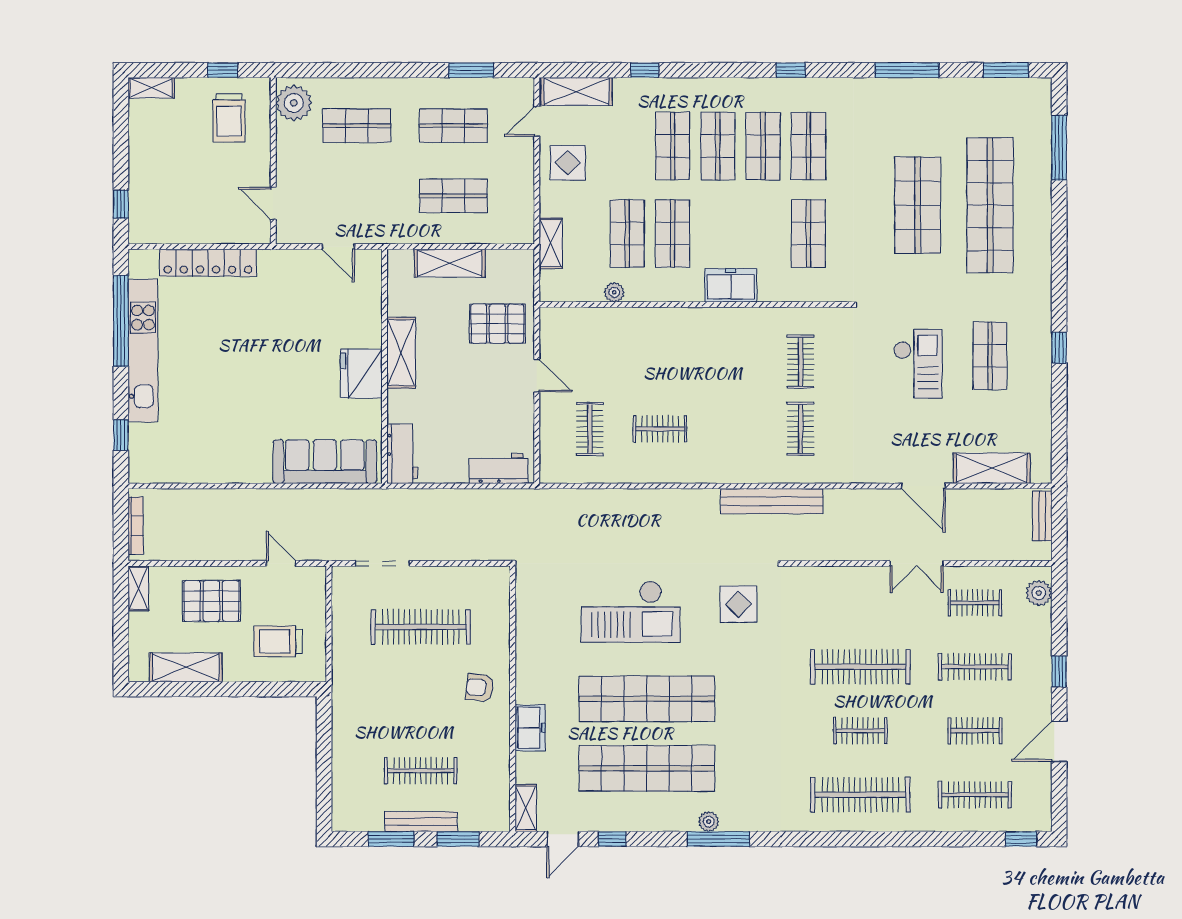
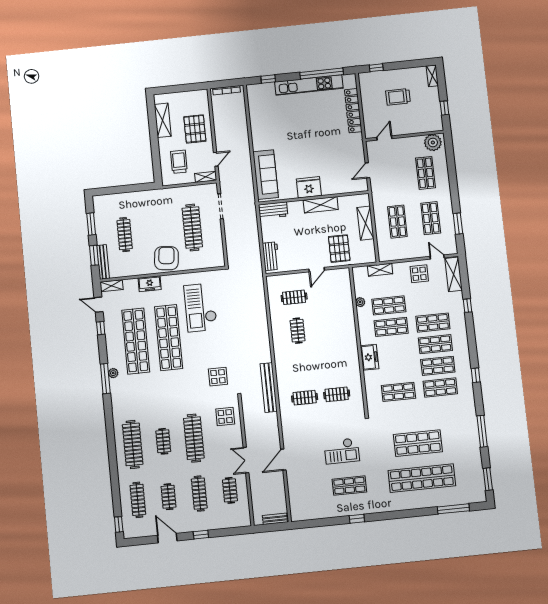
trolley: (229, 118) -> (398, 97), moved
shelving: (992, 468) -> (295, 492), removed
shelving: (138, 588) -> (206, 177), moved
plant: (1039, 593) -> (238, 521), removed
display table: (822, 598) -> (225, 417), added
checkout: (631, 612) -> (201, 308), moved
armchair: (480, 688) -> (166, 258), width x1.88, depth x1.88
bench: (421, 822) -> (103, 262), moved

